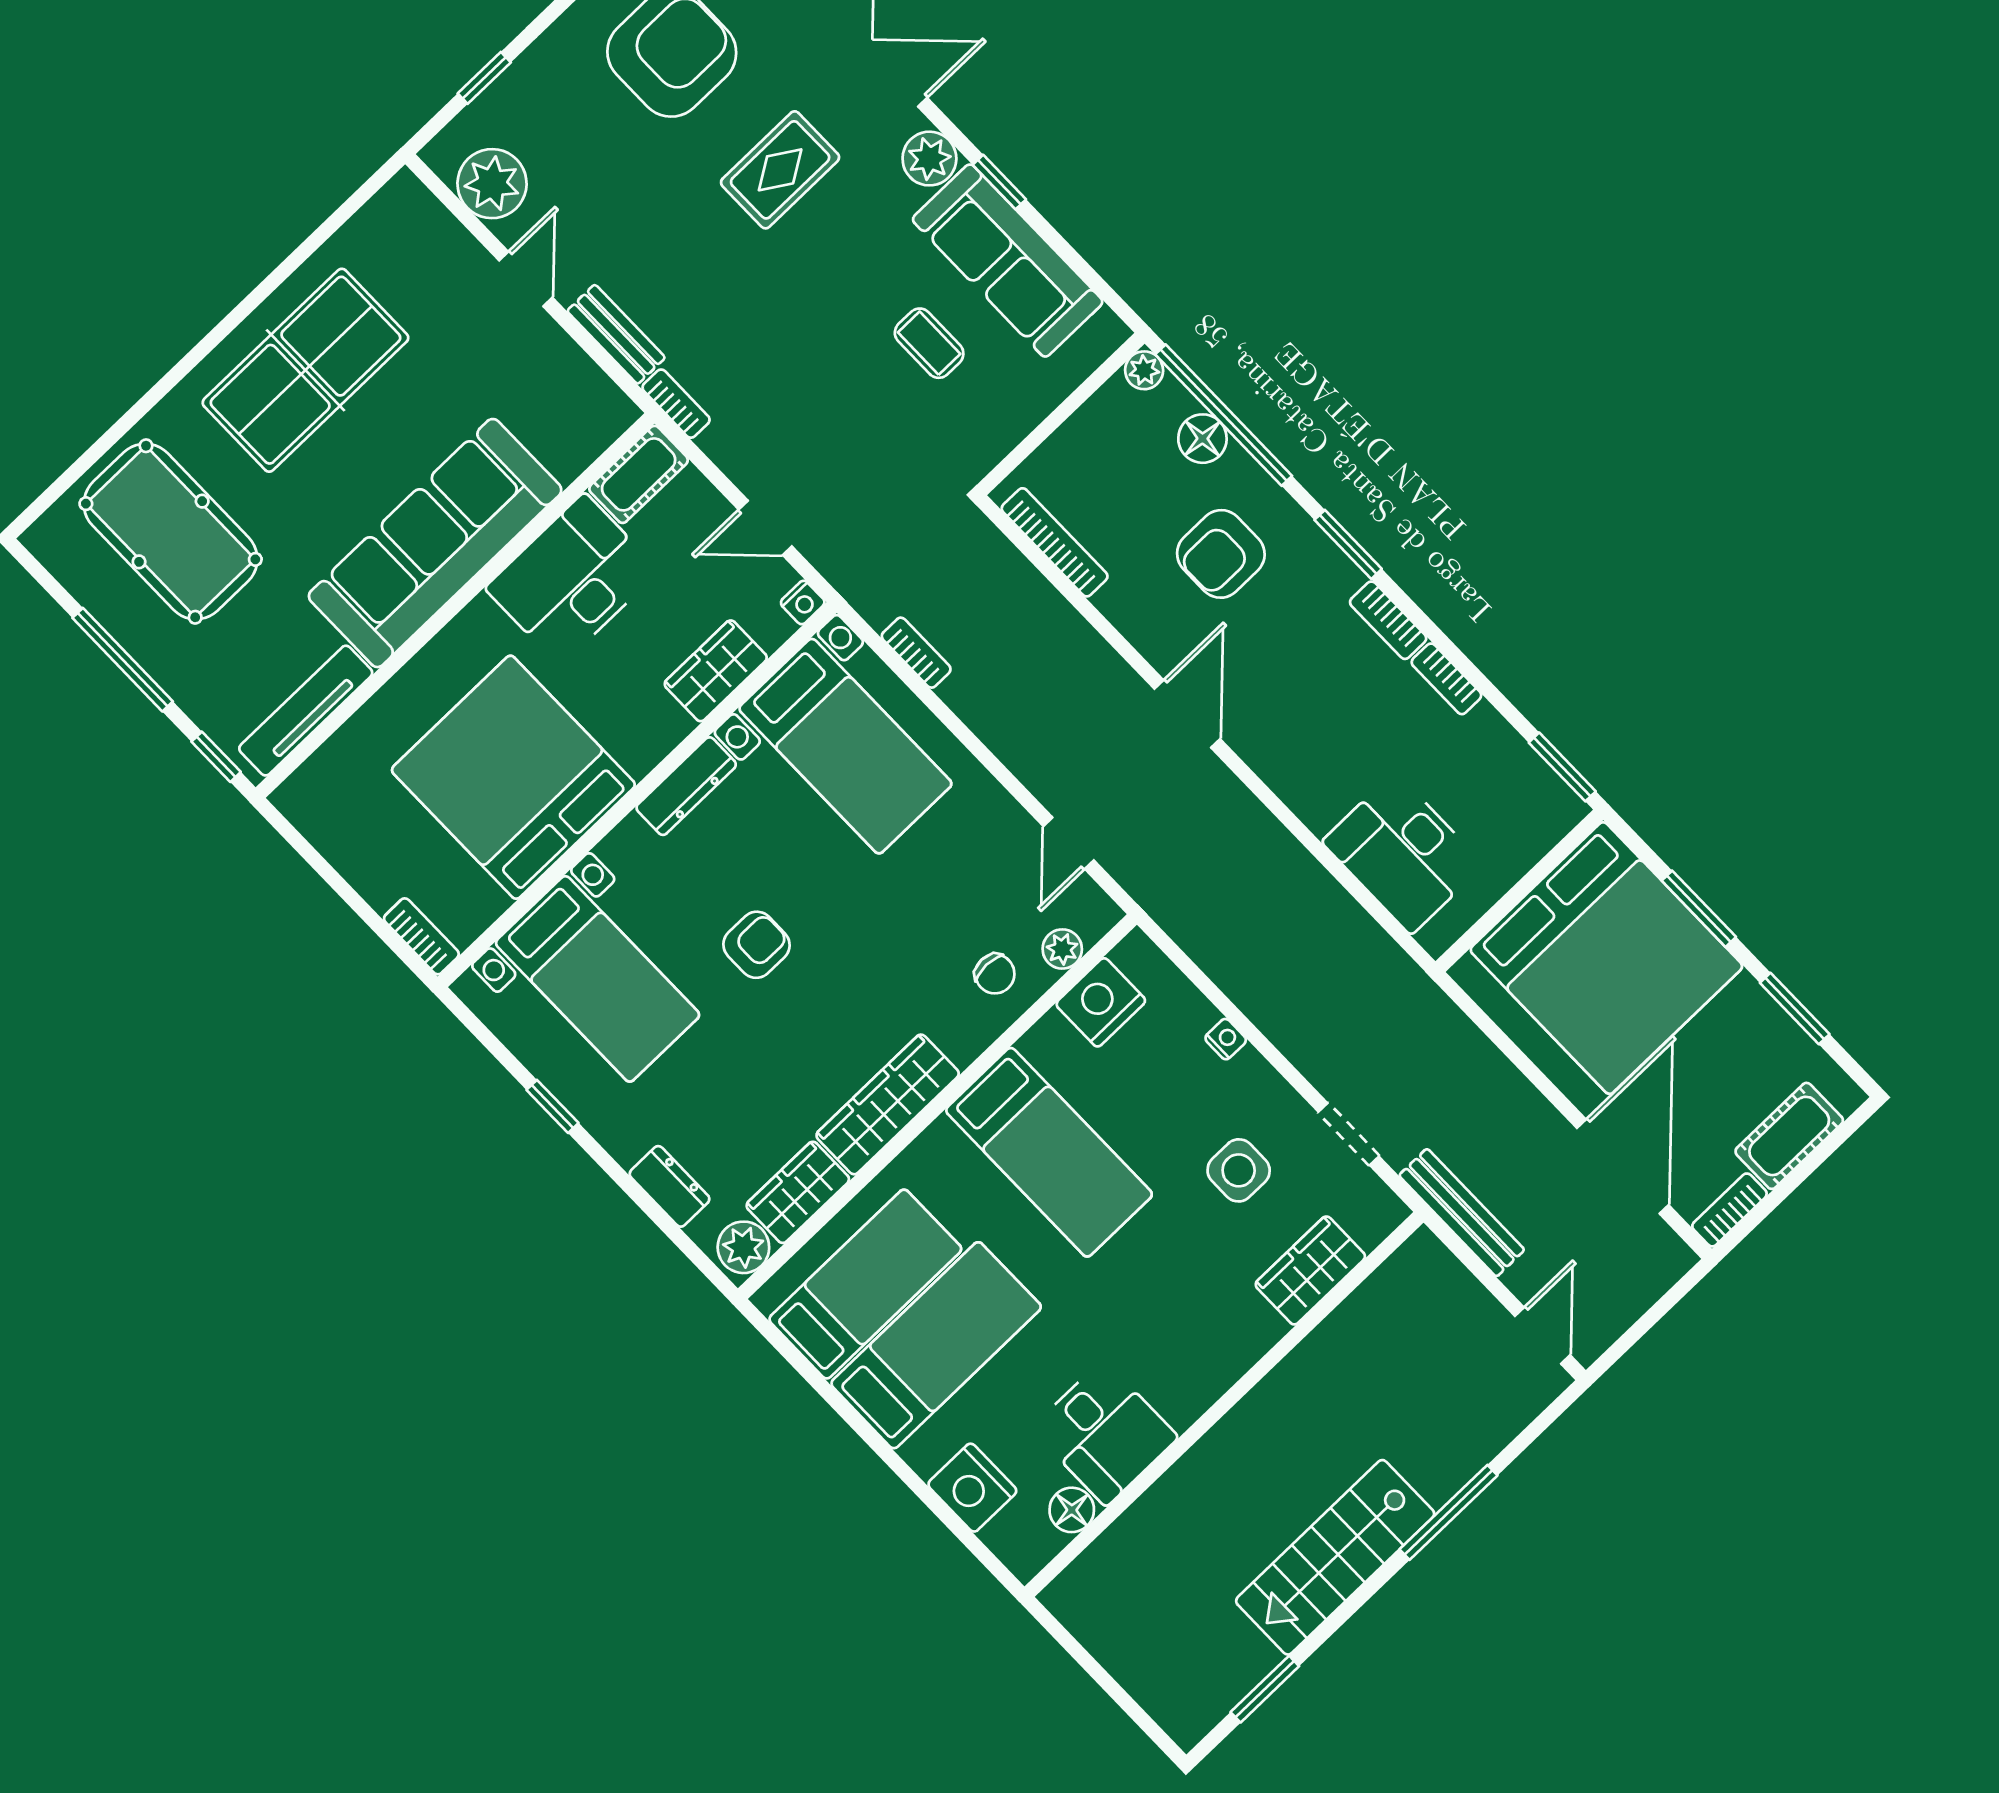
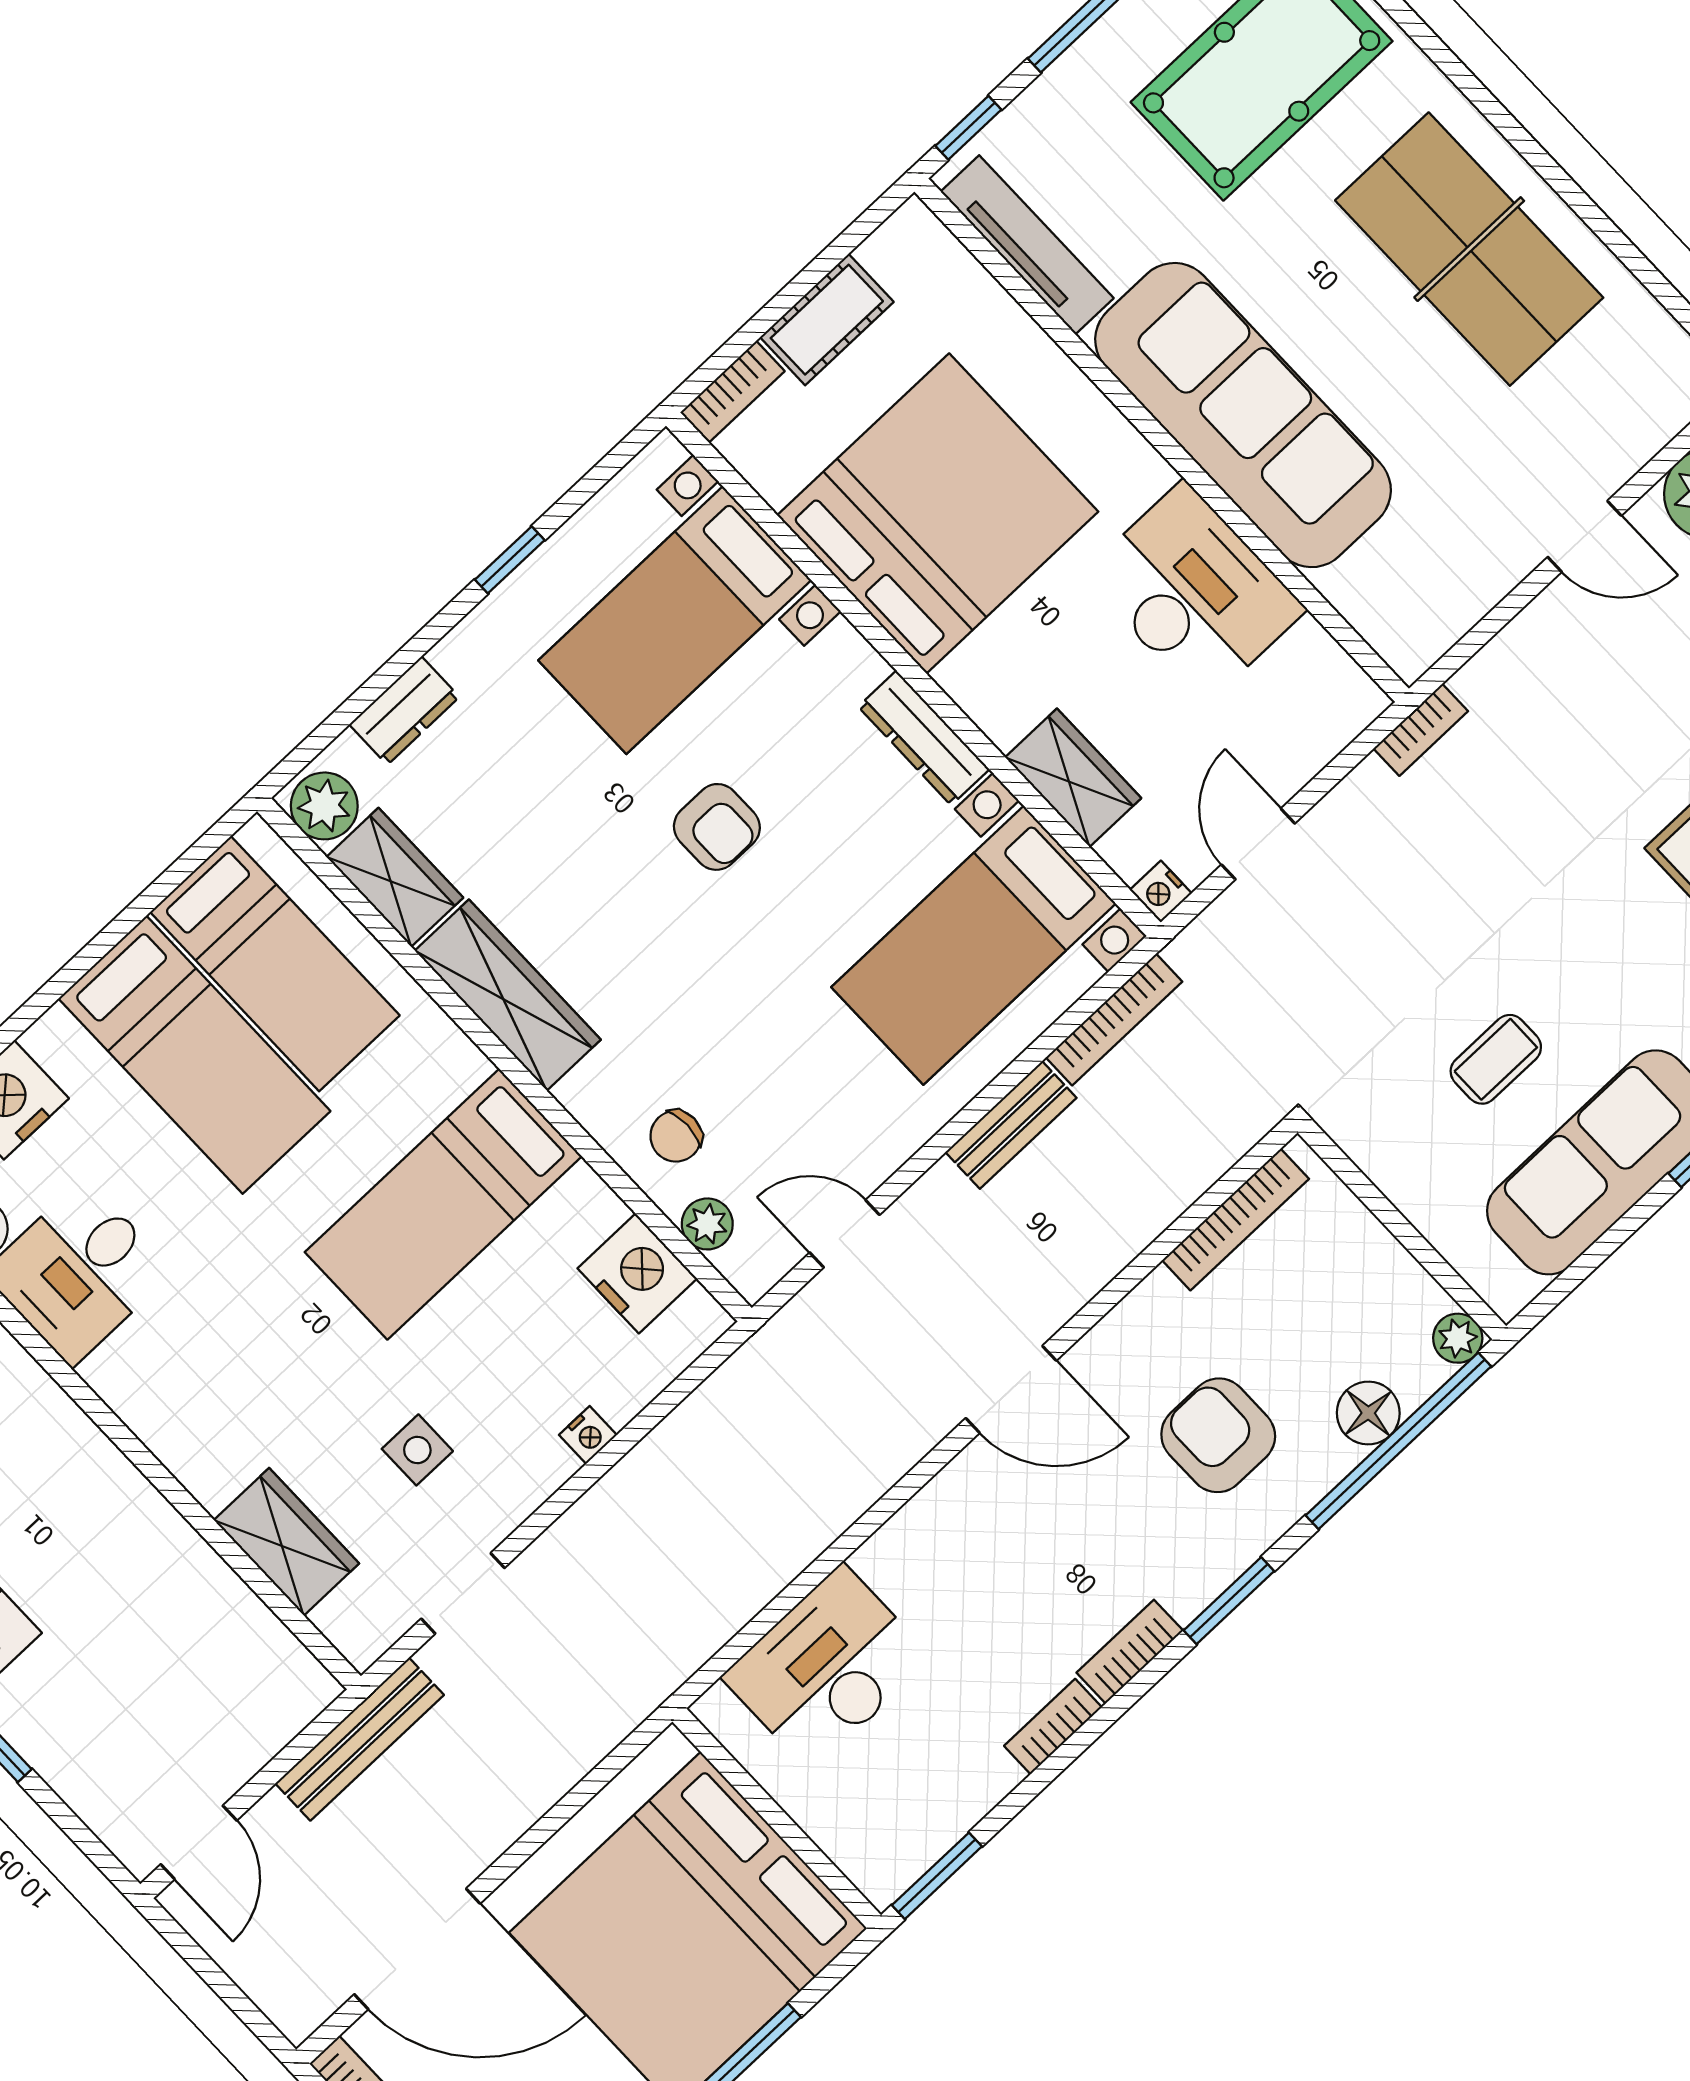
bench: (616, 334) -> (1011, 1125), moved
cot: (639, 474) -> (827, 320), moved, turned 90
bookcase: (916, 653) -> (1114, 1020), width x1.56
side table: (1239, 1170) -> (417, 1450), width x0.73, depth x0.73
door: (1543, 1336) -> (199, 1842), hinge flipped

